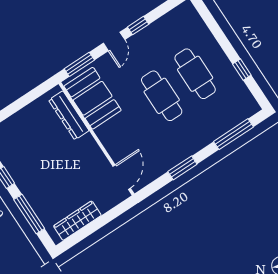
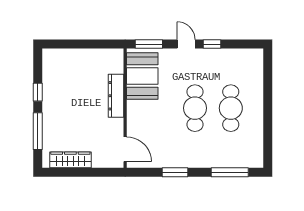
door: (114, 41) -> (186, 44), swing flipped
window: (242, 70) -> (268, 128), removed
dresser: (69, 115) -> (116, 96), moved
door: (122, 177) -> (125, 149), hinge flipped

